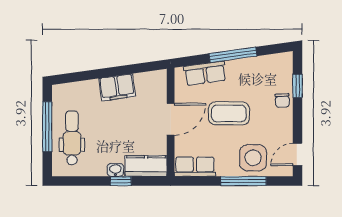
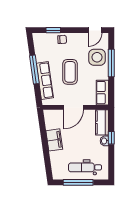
row of seats: (205, 73) -> (45, 80), width x1.48
door: (171, 119) -> (74, 107), swing flipped
door: (298, 154) -> (95, 30), hinge flipped

